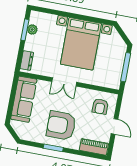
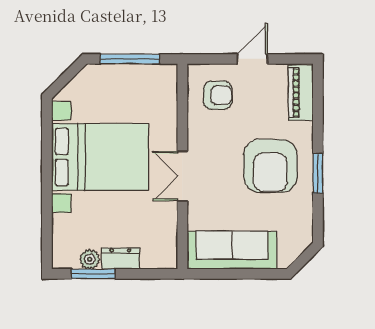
dresser: (27, 61) -> (120, 259), moved
double door: (64, 82) -> (182, 176), swing flipped

